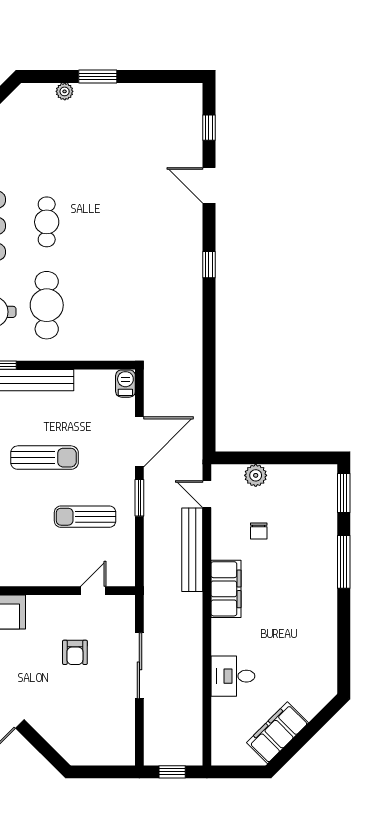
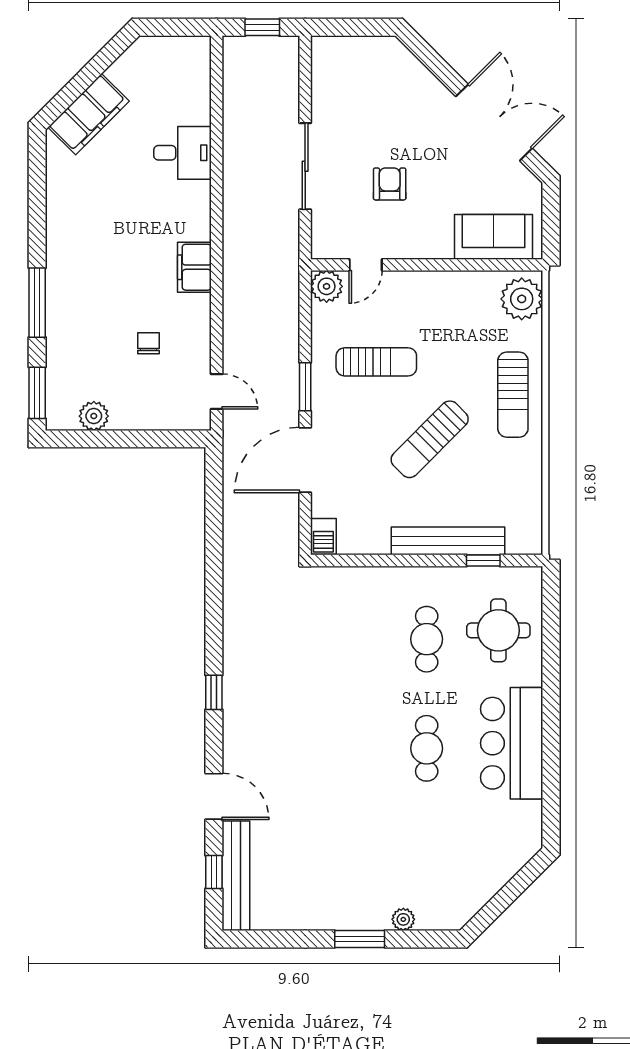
cafe table: (47, 305) -> (427, 639), width x0.73, depth x0.74
sun lounger: (44, 458) -> (430, 439), turned -45
plant: (256, 475) -> (94, 416), moved
bench: (192, 550) -> (236, 876), moved
plant: (123, 574) -> (327, 286), added
filing cabinet: (226, 589) -> (194, 267), width x0.67, depth x0.86
filing cabinet: (278, 733) -> (88, 114), moved

